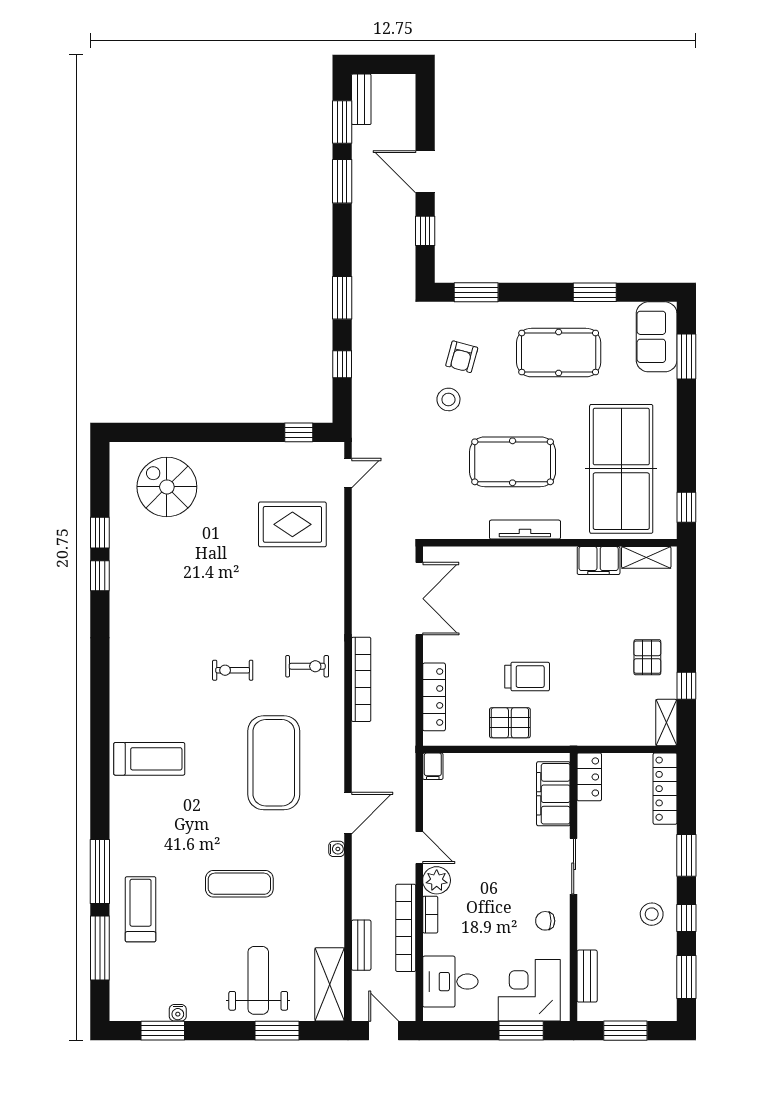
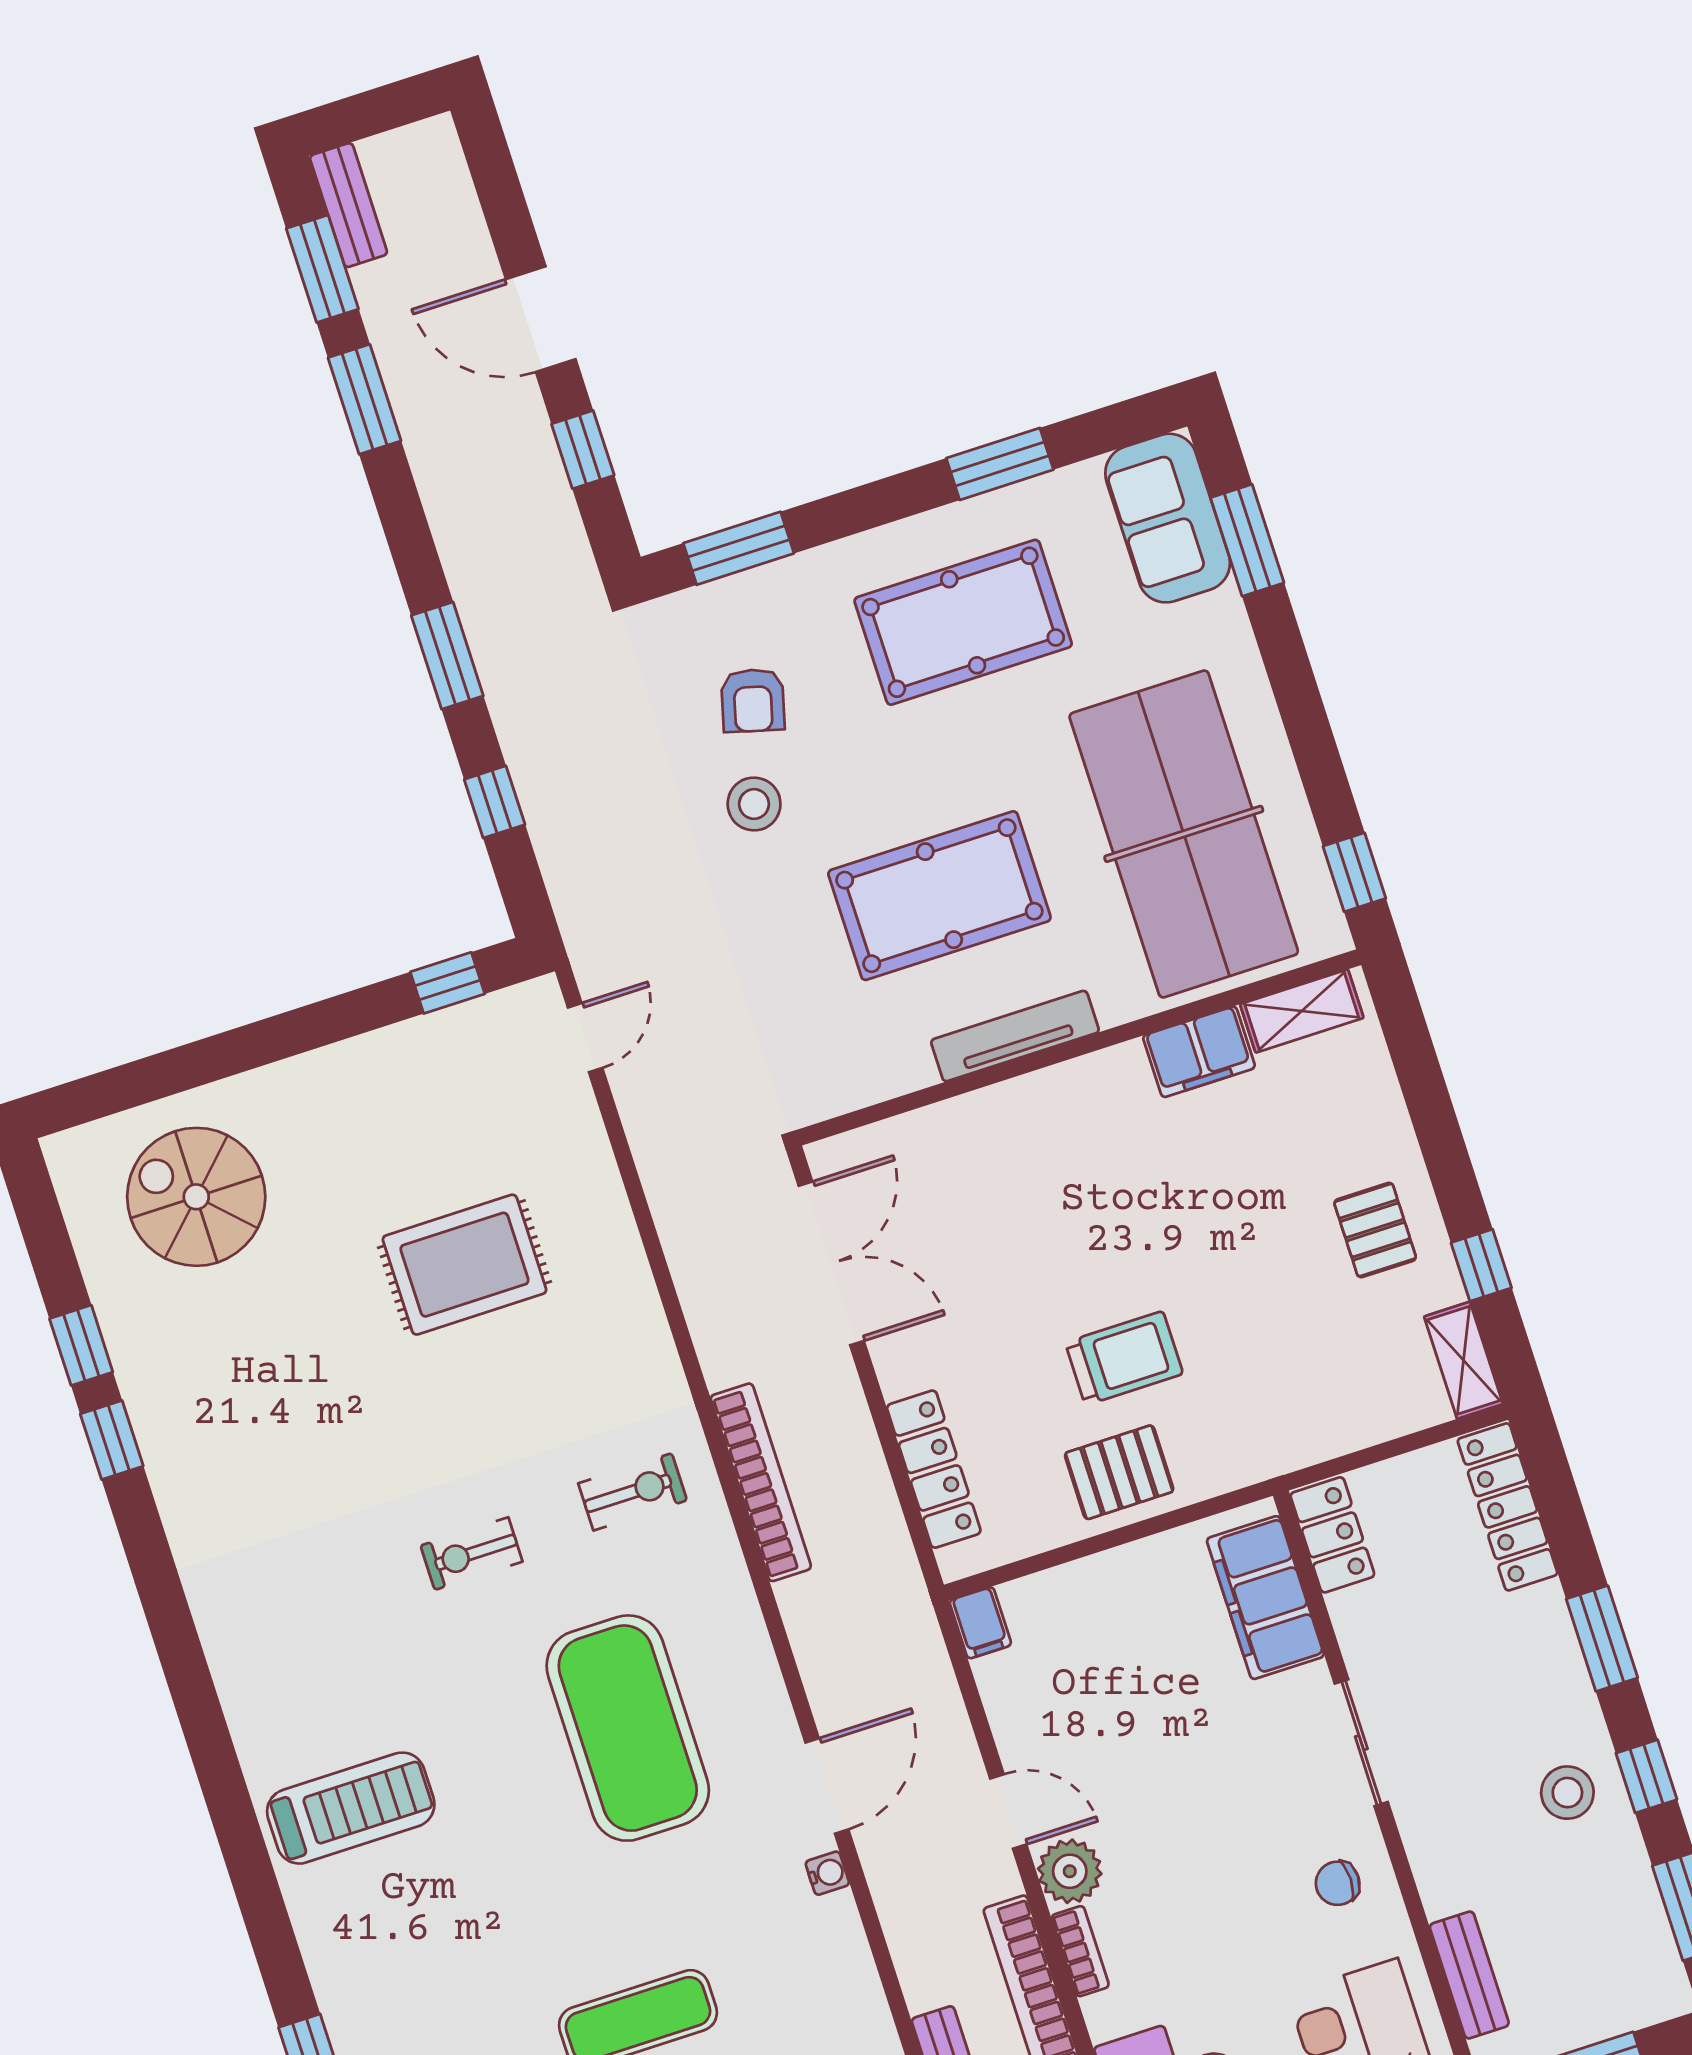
rug: (292, 524) -> (464, 1265), moved

